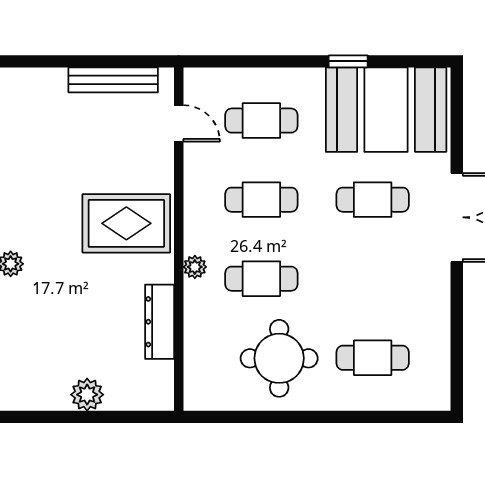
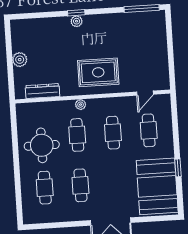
bench: (113, 80) -> (163, 62), removed
cafe table: (373, 200) -> (80, 185), moved
rug: (126, 223) -> (98, 72), turned 90
dresser: (160, 322) -> (43, 91), moved

